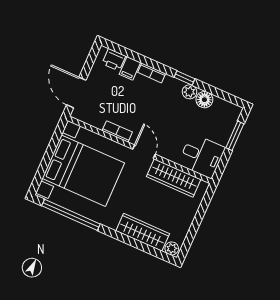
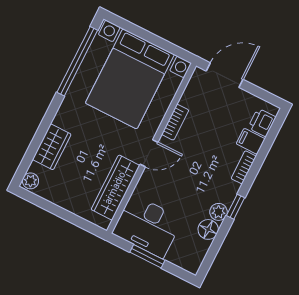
window: (235, 136) -> (147, 256), moved
desk: (202, 156) -> (147, 226), width x1.37
wardrobe: (143, 232) -> (52, 147), width x0.67

